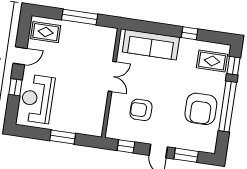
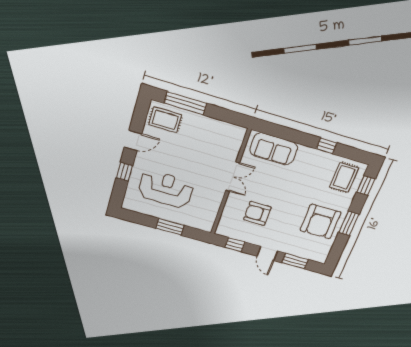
window: (80, 17) -> (185, 103), moved
sofa: (151, 45) -> (274, 149), width x0.73
rug: (212, 61) -> (344, 177), turned 90
reception desk: (37, 99) -> (166, 189), moved, turned 90
window: (228, 107) -> (349, 223), width x0.47

